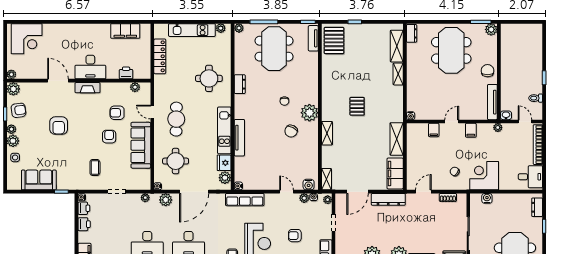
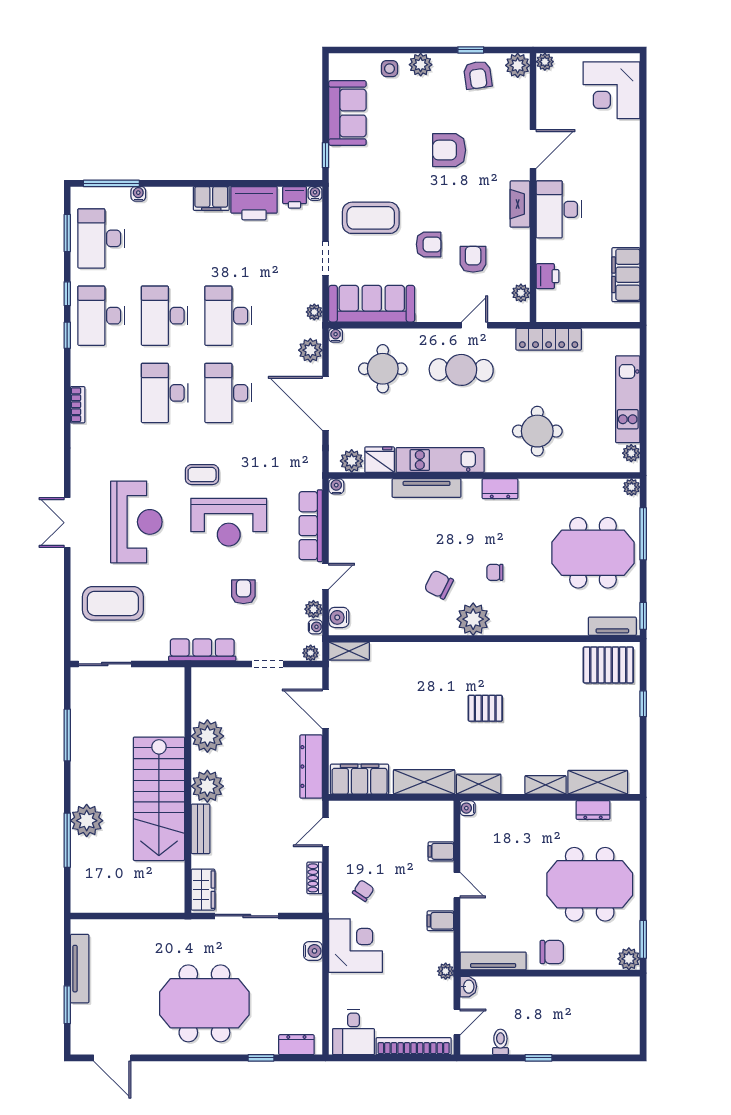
dresser: (412, 33) -> (593, 810), moved
locker: (160, 56) -> (549, 339), moved
dresser: (240, 84) -> (500, 489), moved
plant: (11, 129) -> (442, 62), removed
shelving: (327, 133) -> (479, 784), moved
sofa: (141, 145) -> (372, 304), moved
coffee table: (95, 167) -> (371, 218), width x1.86, depth x1.72
door: (423, 192) -> (326, 832), swing flipped
row of seats: (245, 200) -> (311, 526), moved
printer: (84, 224) -> (254, 203), width x1.87, depth x1.48

